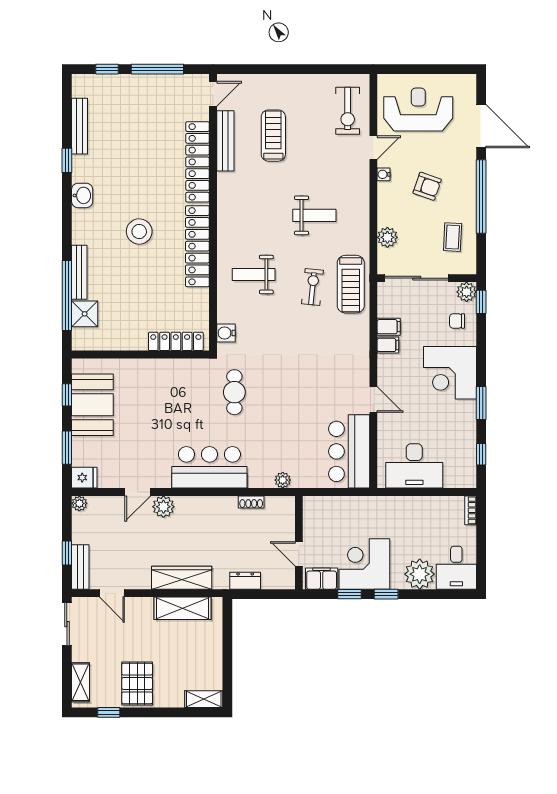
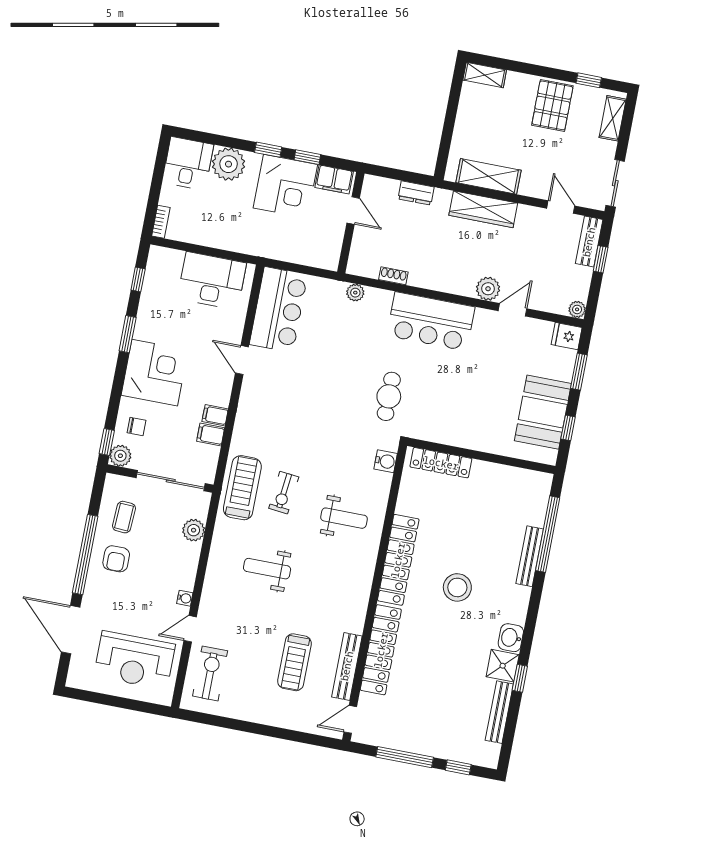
armchair: (427, 186) -> (116, 559), moved, turned -109
shower: (85, 314) -> (503, 666), moved

